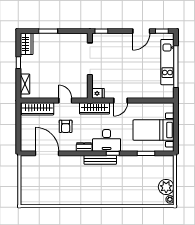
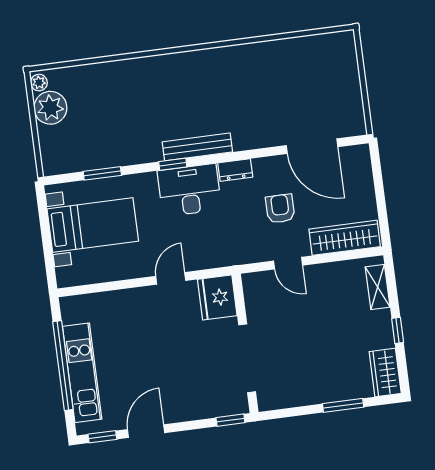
fridge: (98, 93) -> (217, 297), width x1.88, depth x1.34
wardrobe: (95, 108) -> (224, 255), removed

